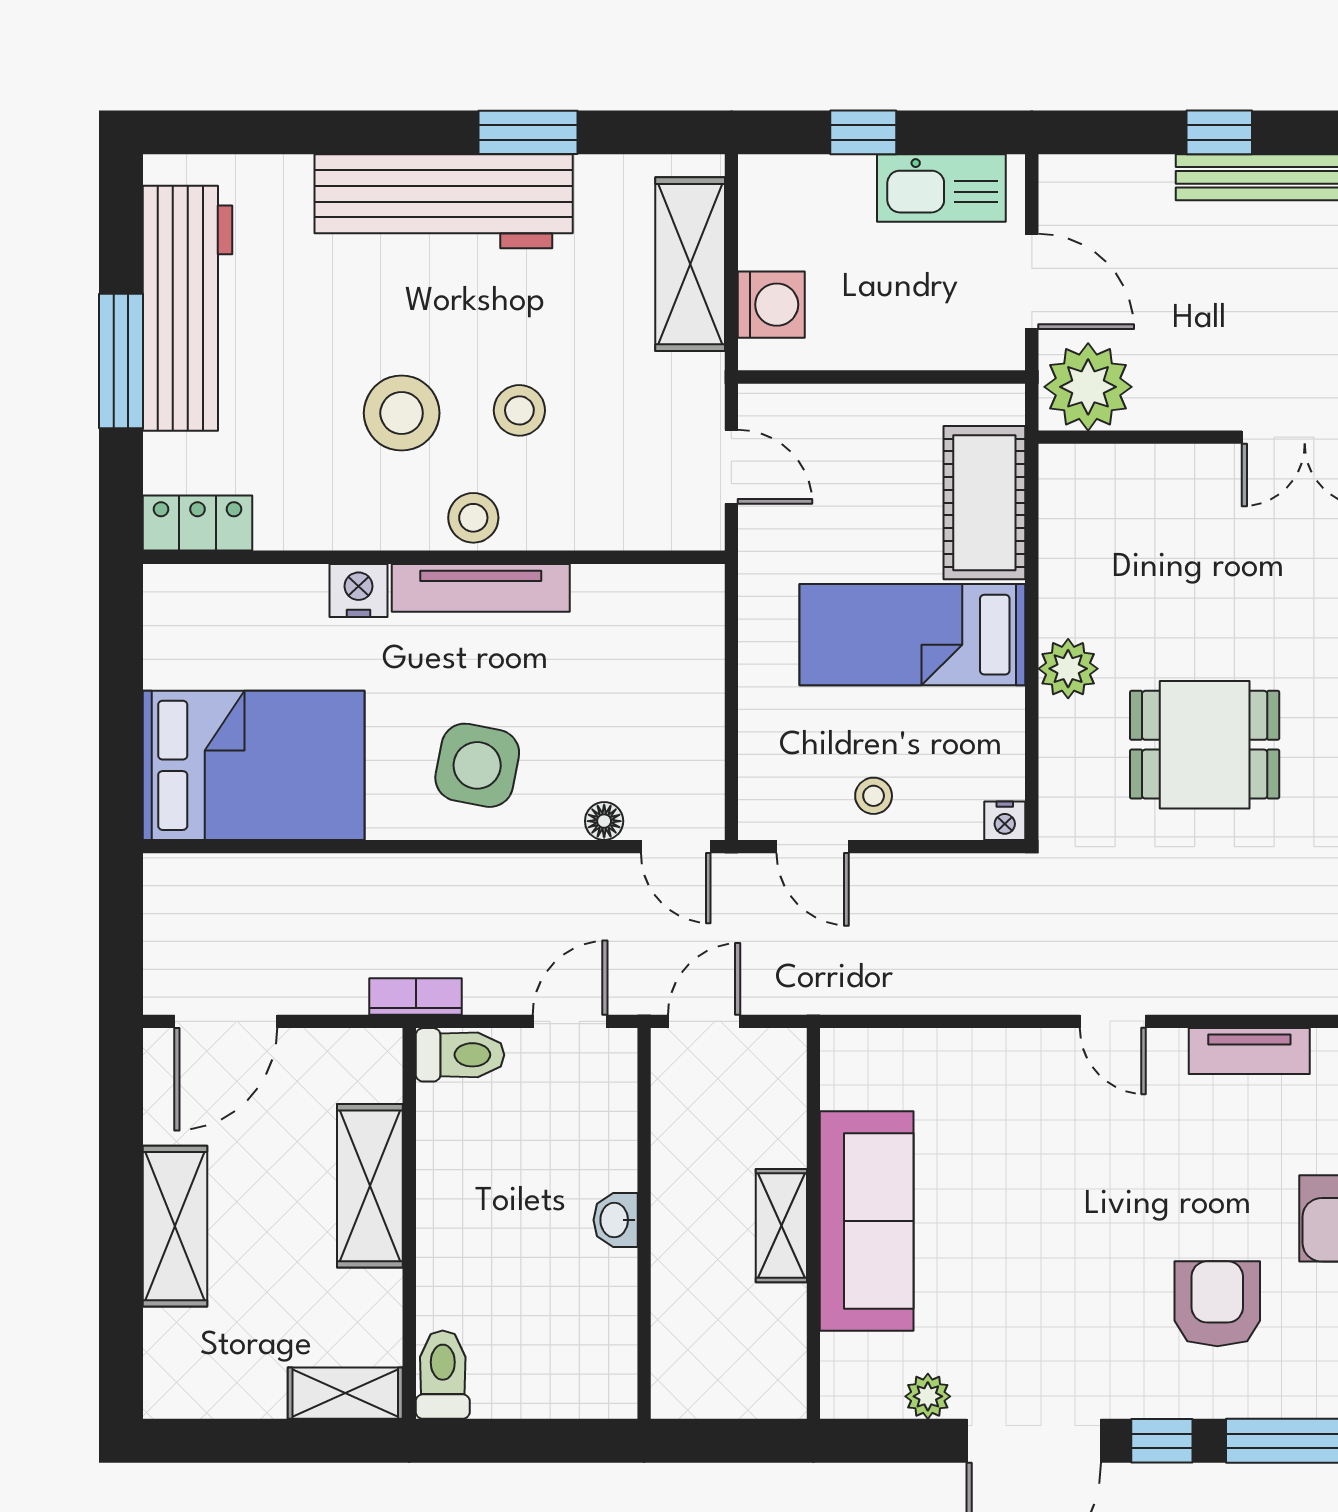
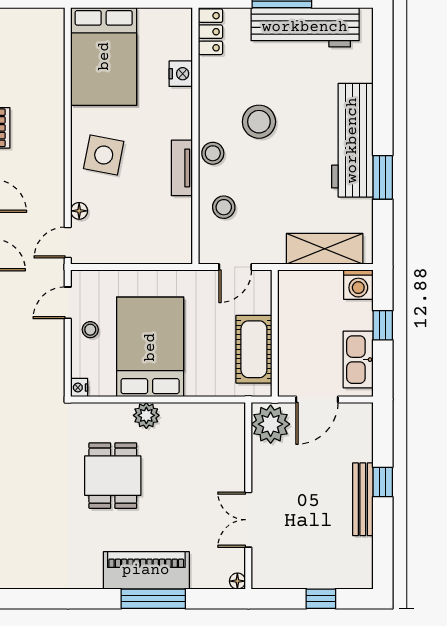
washing machine: (771, 305) -> (358, 285), moved
stool: (519, 410) -> (224, 207), moved
cot: (984, 503) -> (254, 349), moved, turned 90
tv unit: (481, 588) -> (182, 168), width x0.71
nightstand: (359, 590) -> (181, 74), moved
bed: (912, 635) -> (150, 347), width x1.50

